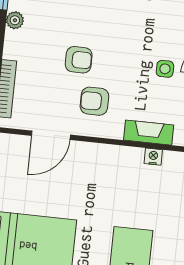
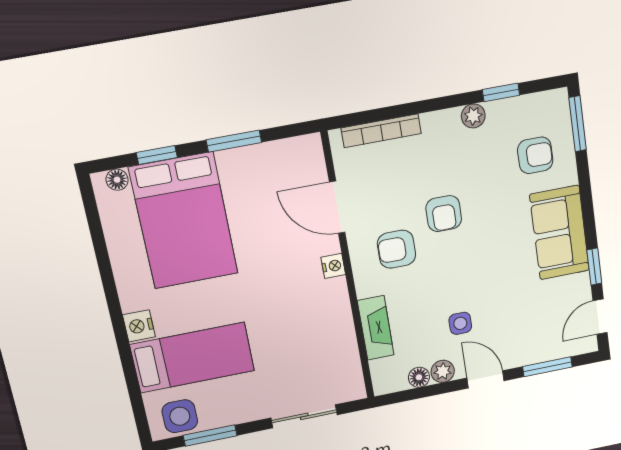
armchair: (94, 101) -> (396, 249), turned -90
nightstand: (153, 157) -> (333, 266), moved

